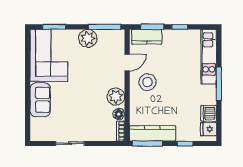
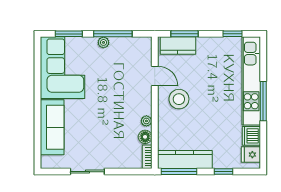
window: (104, 27) -> (113, 34), moved
window: (180, 27) -> (232, 34), moved
plant: (88, 38) -> (103, 42), width x0.53, depth x0.53
kitchen unit: (209, 57) -> (251, 81), width x1.36
door: (127, 63) -> (155, 76), hinge flipped
plant: (116, 97) -> (146, 121), width x0.53, depth x0.53
sofa: (40, 100) -> (52, 127), width x1.36

